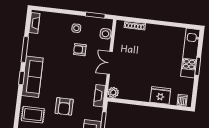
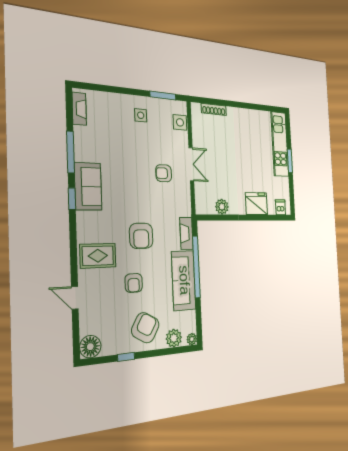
armchair: (80, 50) -> (164, 173), moved
double door: (110, 63) -> (191, 164), swing flipped
sofa: (32, 77) -> (88, 186), width x0.73
plant: (113, 92) -> (222, 207), moved
fireplace: (100, 96) -> (186, 233), moved

